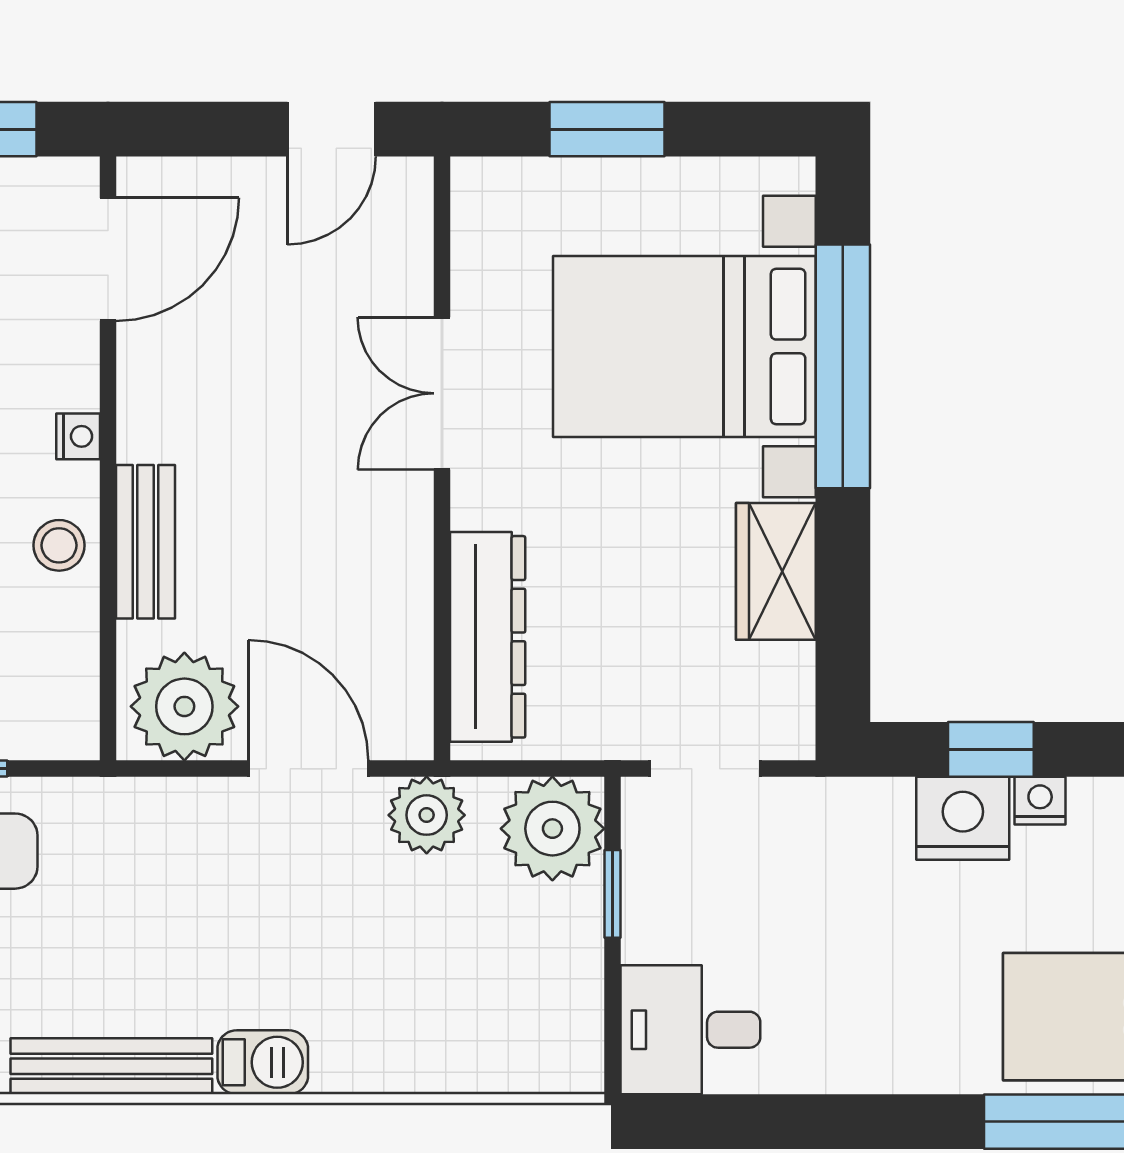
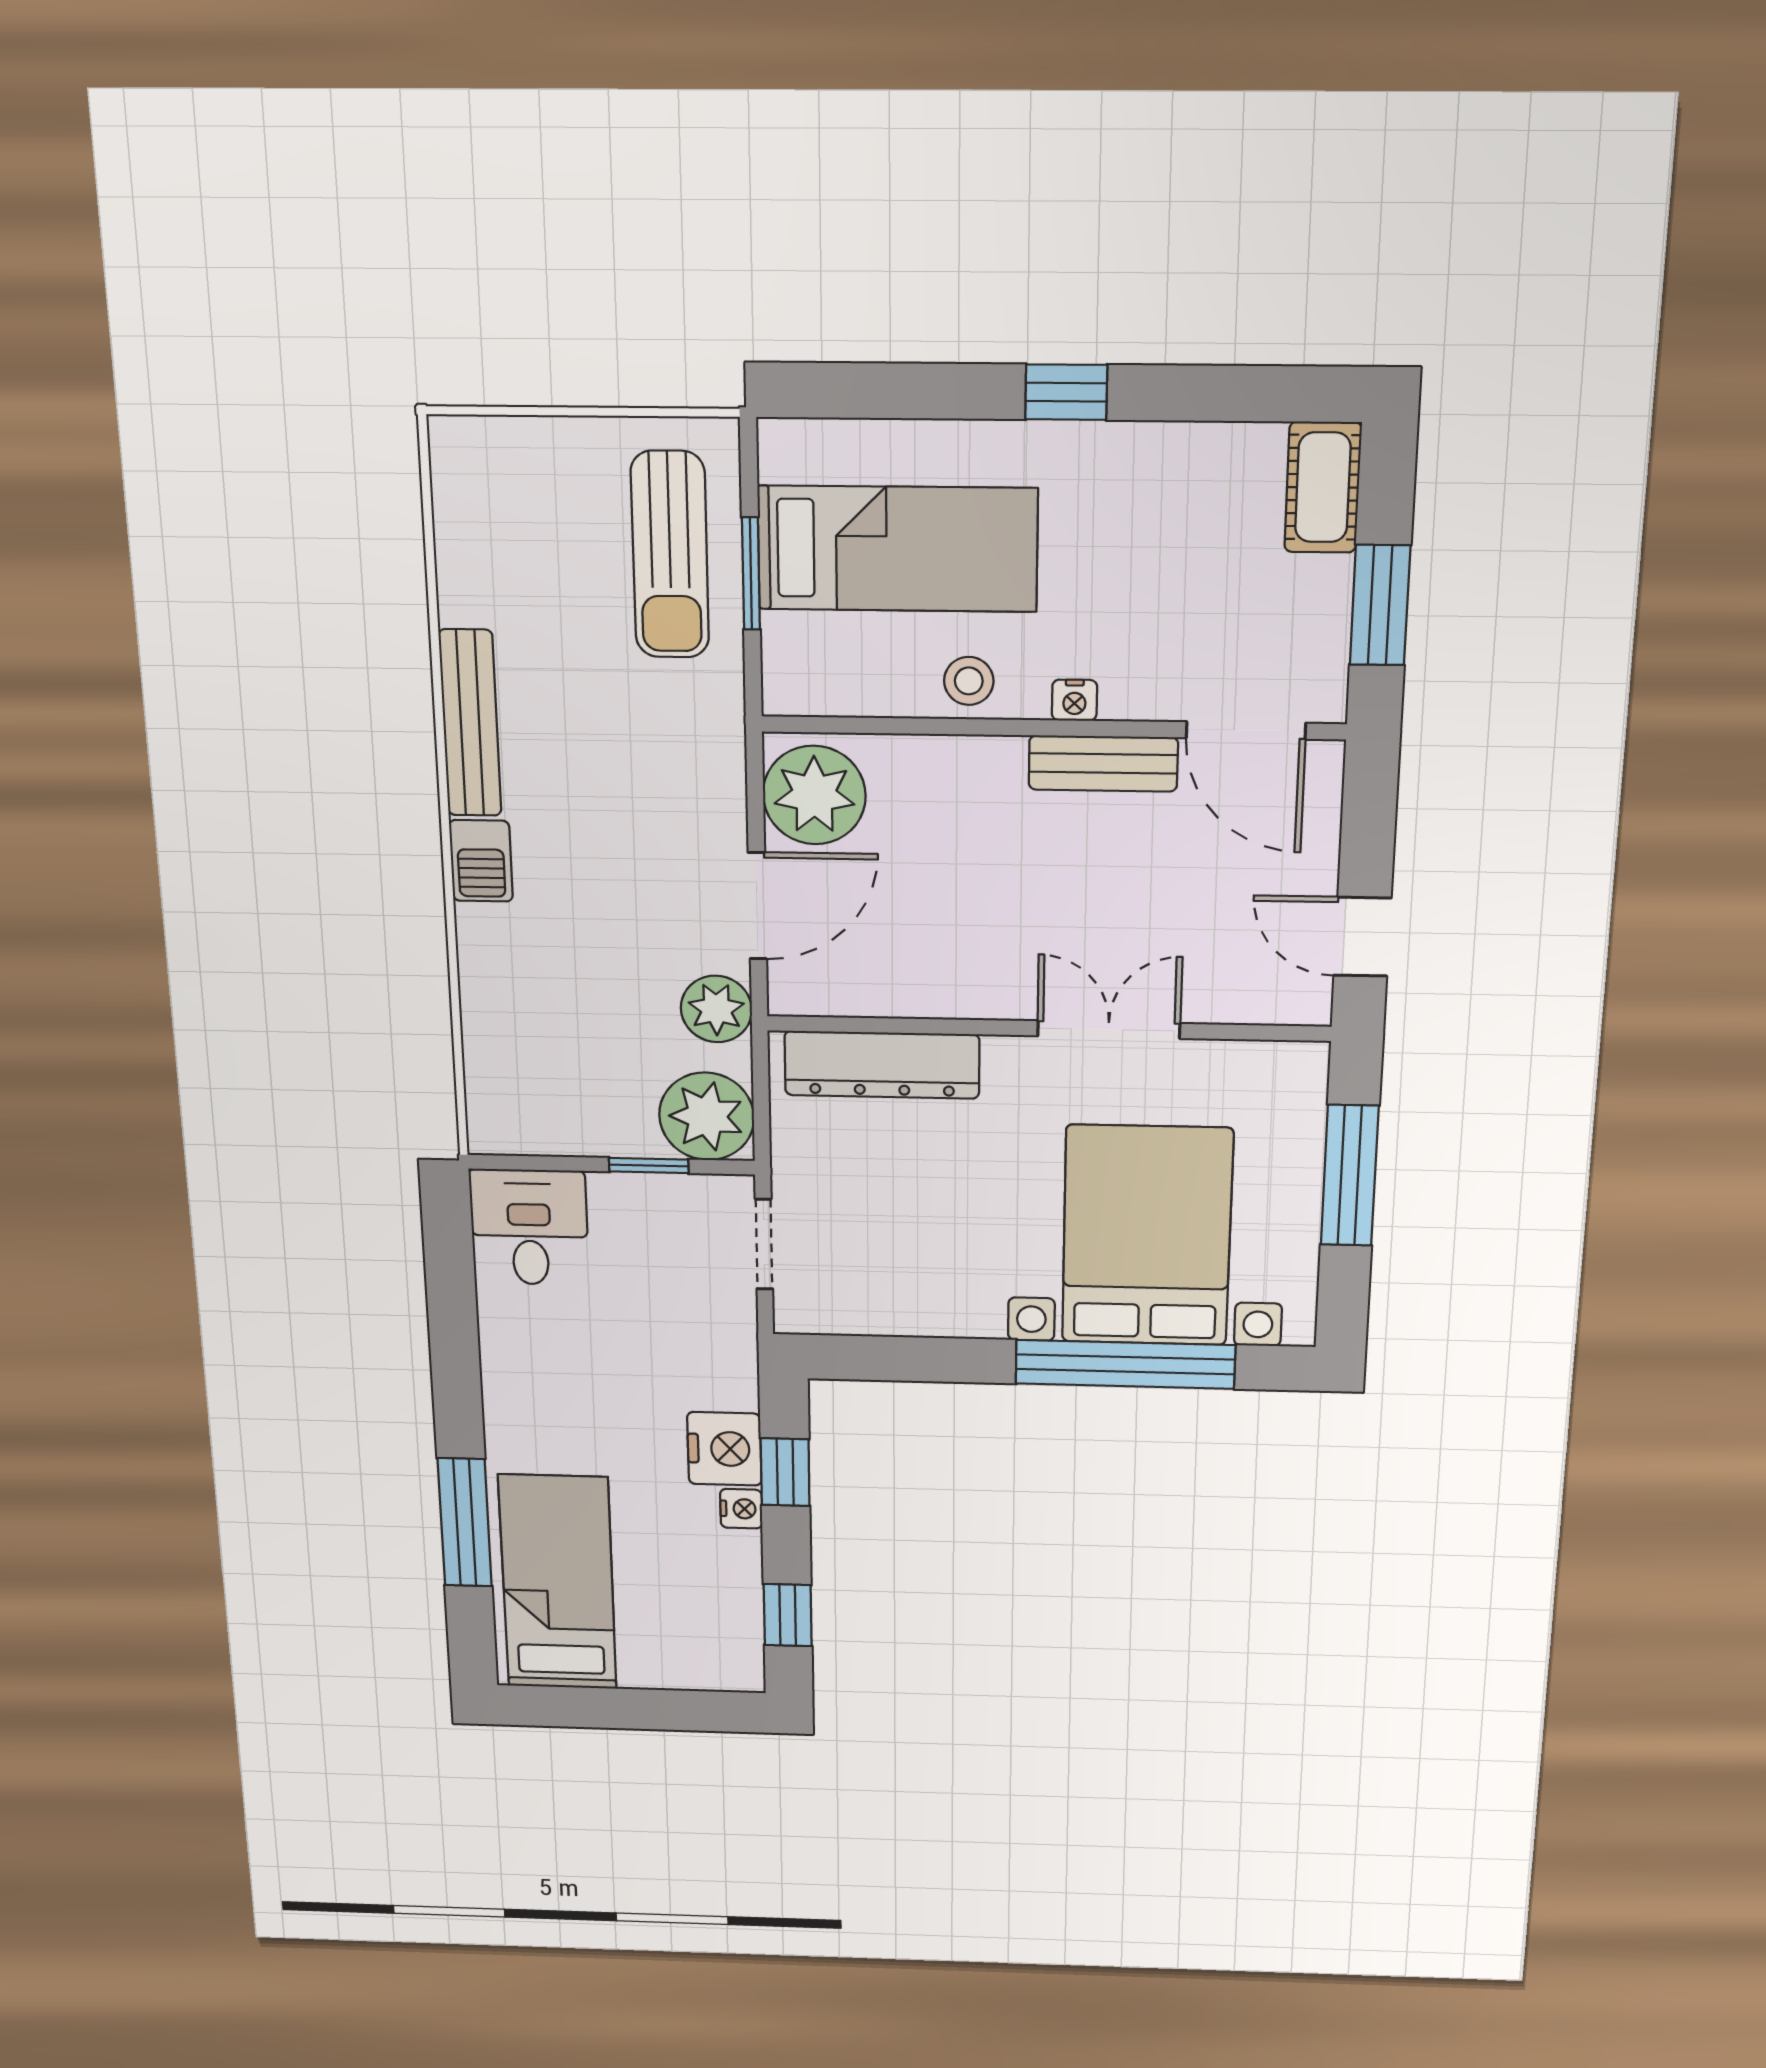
window: (607, 129) -> (1350, 1176), width x1.44
bench: (146, 542) -> (1103, 763), moved
wardrobe: (776, 571) -> (942, 1306), removed

